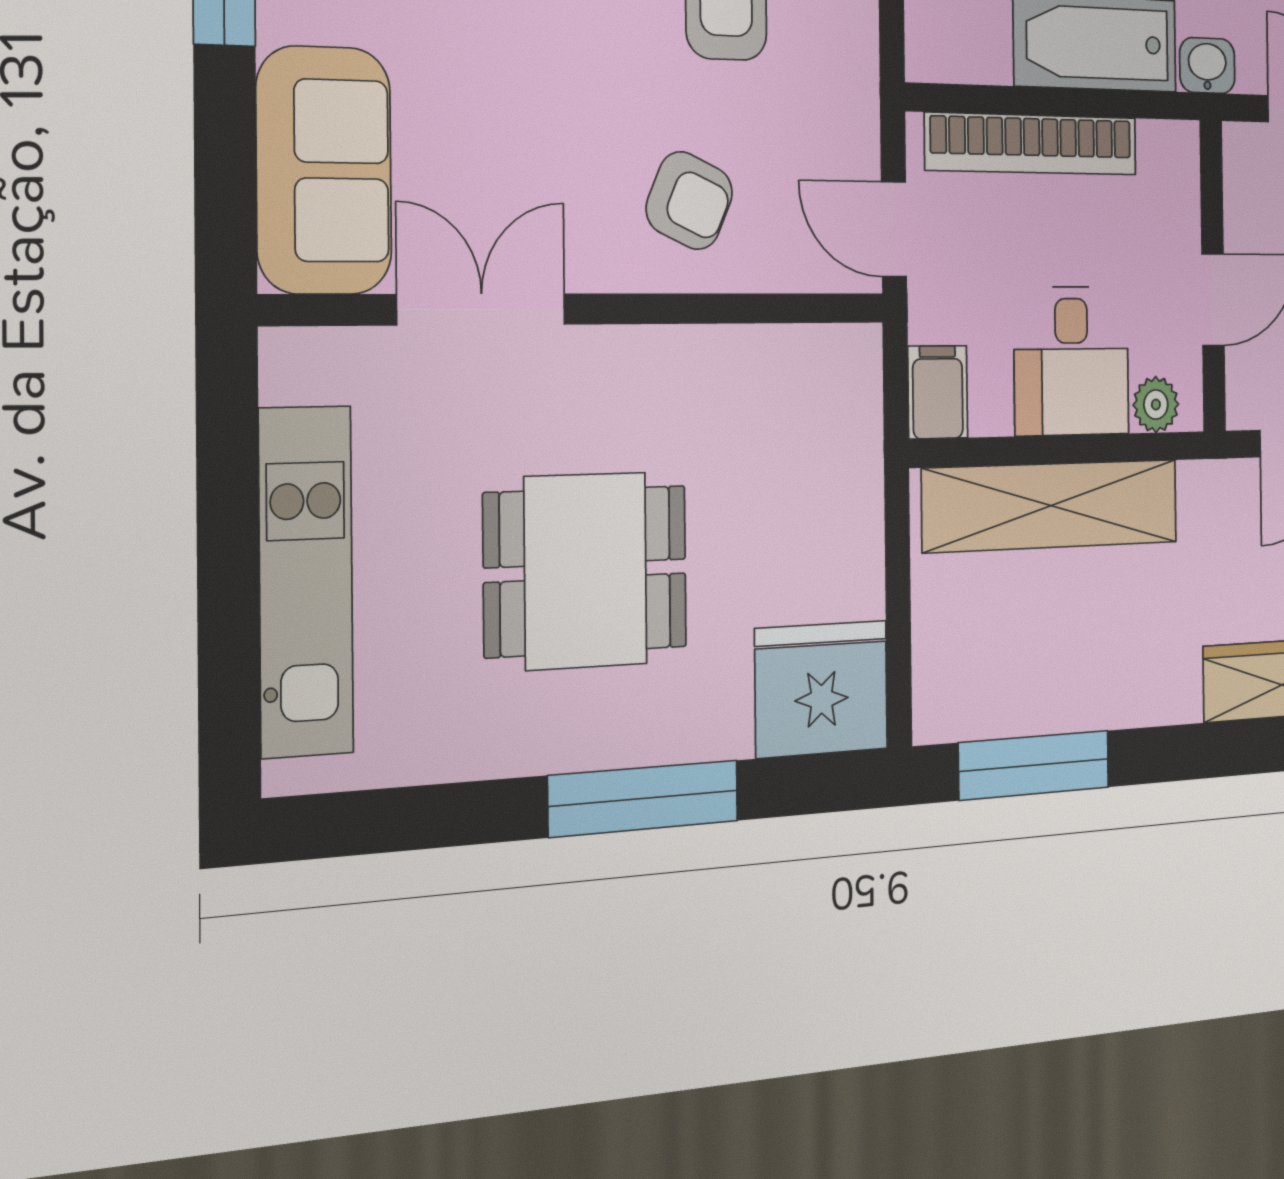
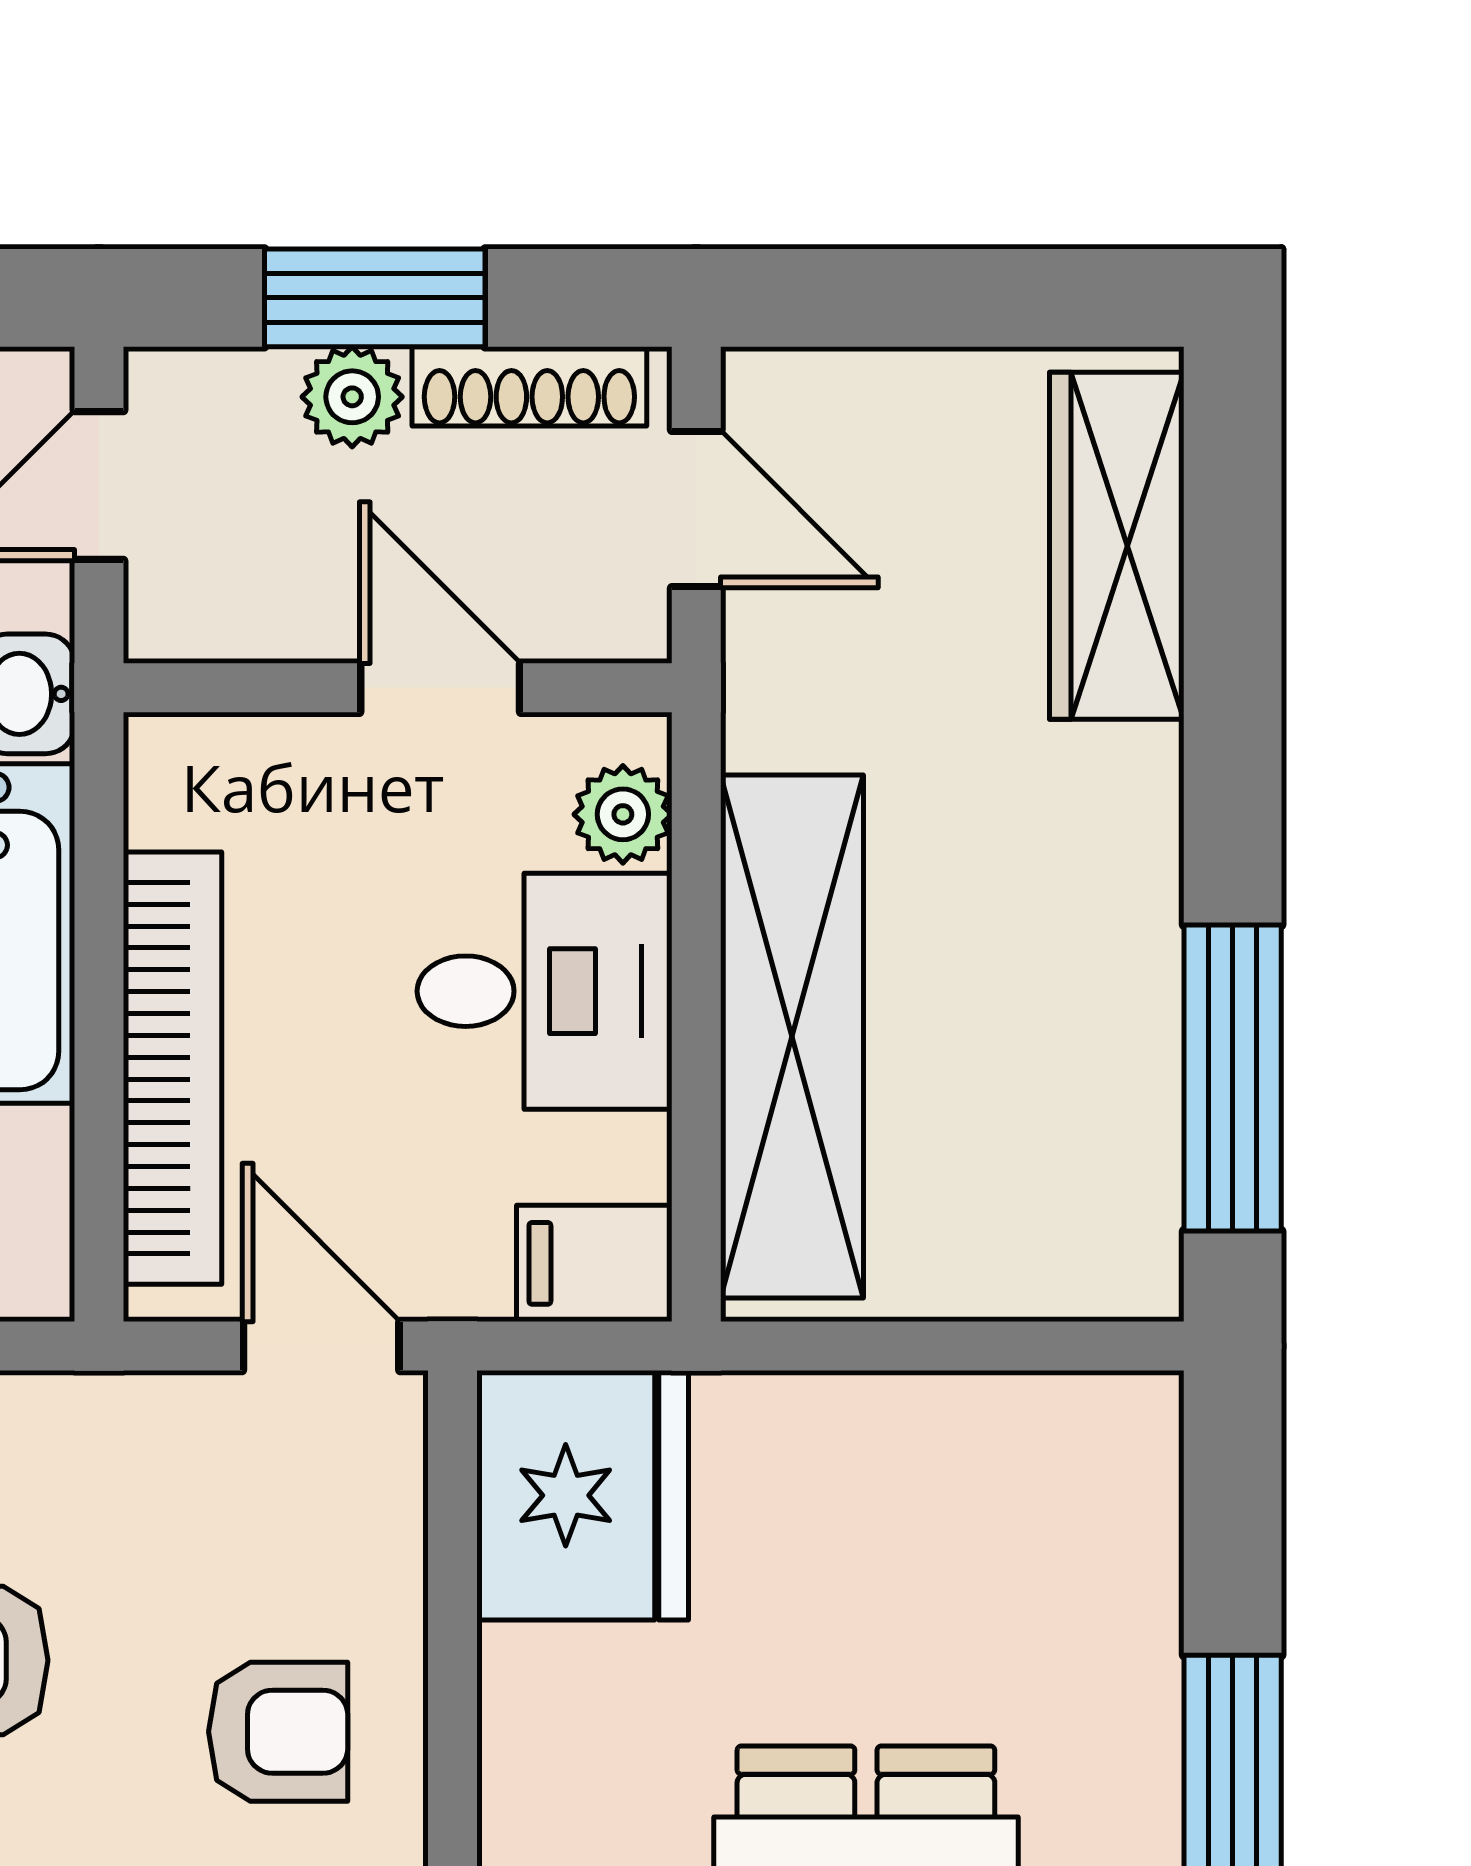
armchair: (689, 201) -> (278, 1732), turned 66
door: (894, 229) -> (321, 1346), swing flipped
fridge: (821, 689) -> (583, 1495), moved, turned 180

